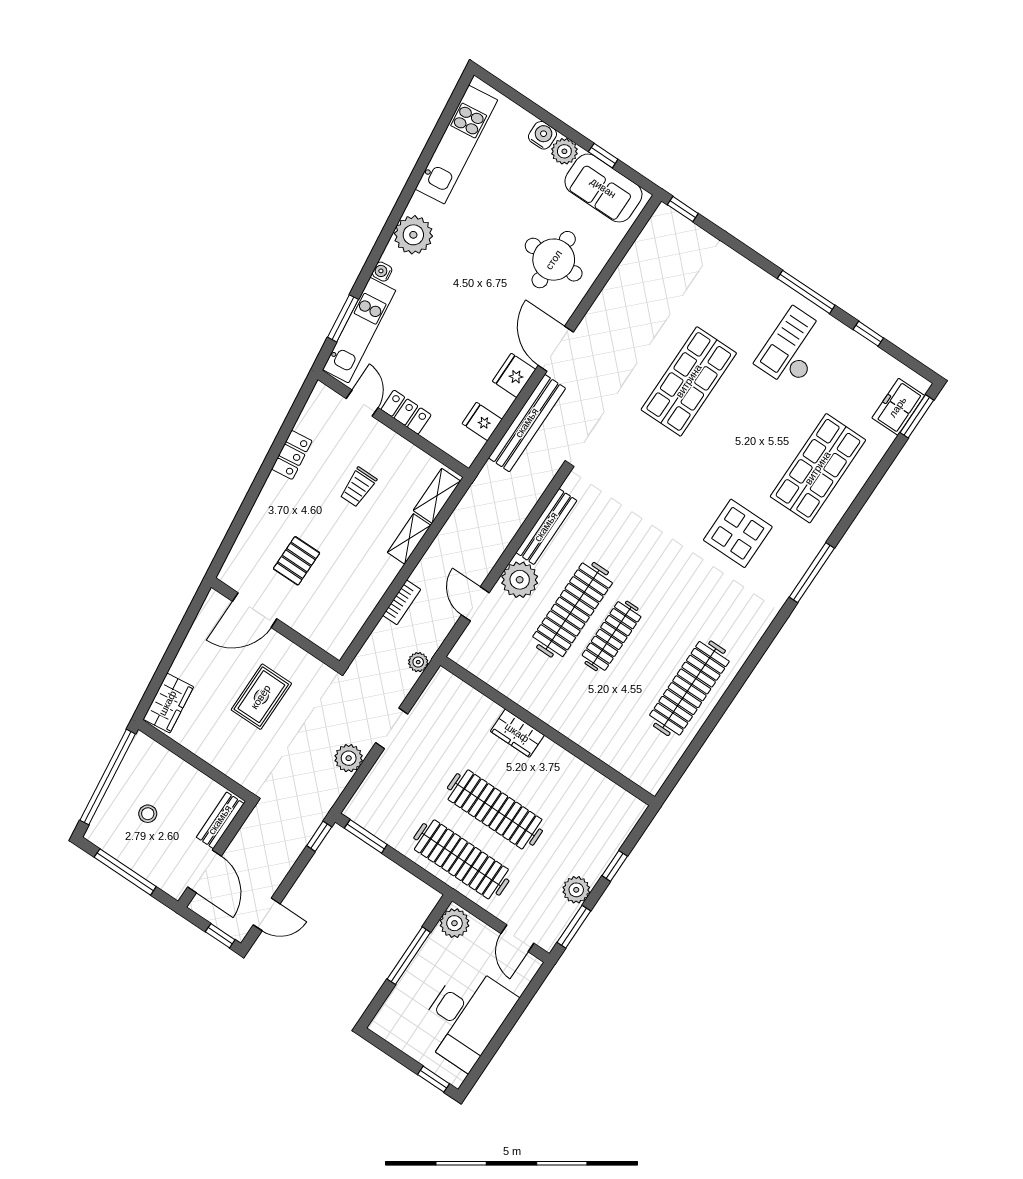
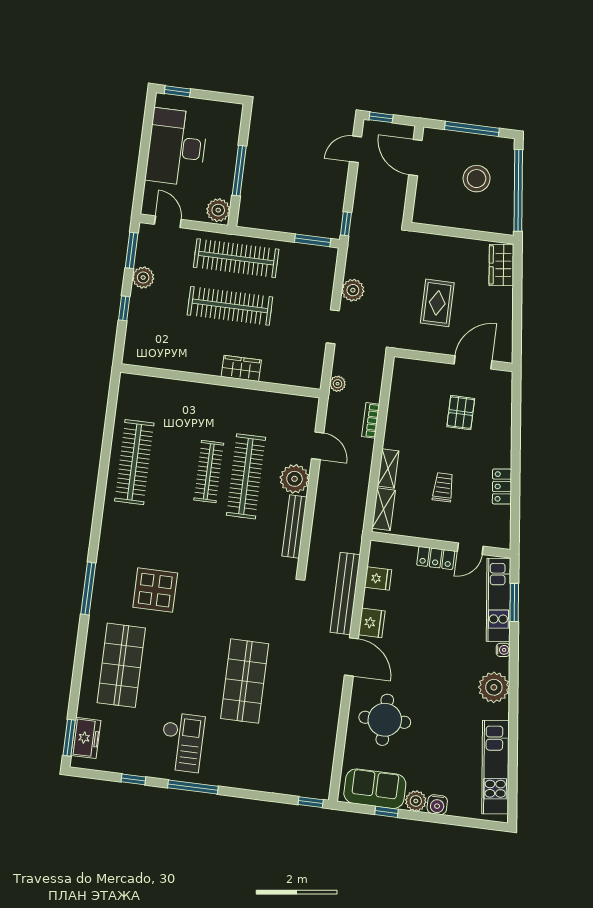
door: (362, 403) -> (470, 549), hinge flipped
stool: (148, 814) -> (477, 179), width x1.89, depth x1.89
bench: (220, 820) -> (422, 200), removed

